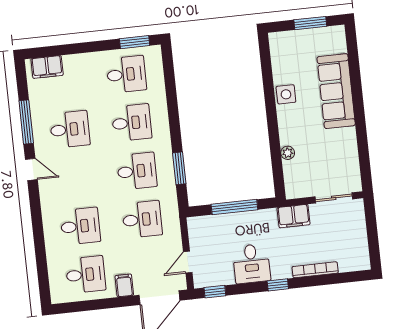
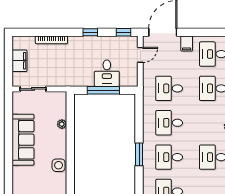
sofa: (336, 91) -> (23, 140), moved
window: (179, 168) -> (139, 154), moved
filing cabinet: (294, 216) -> (20, 61), moved, turned 90
desk: (251, 264) -> (107, 73), moved, turned 180
window: (278, 285) -> (90, 32), moved

